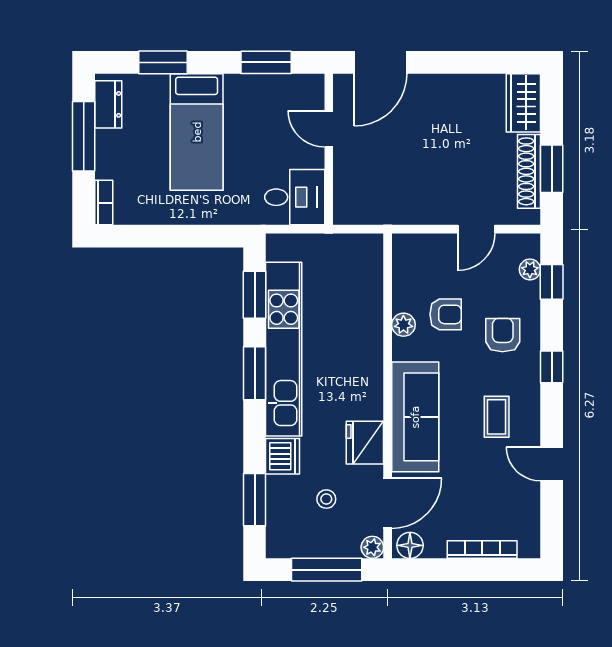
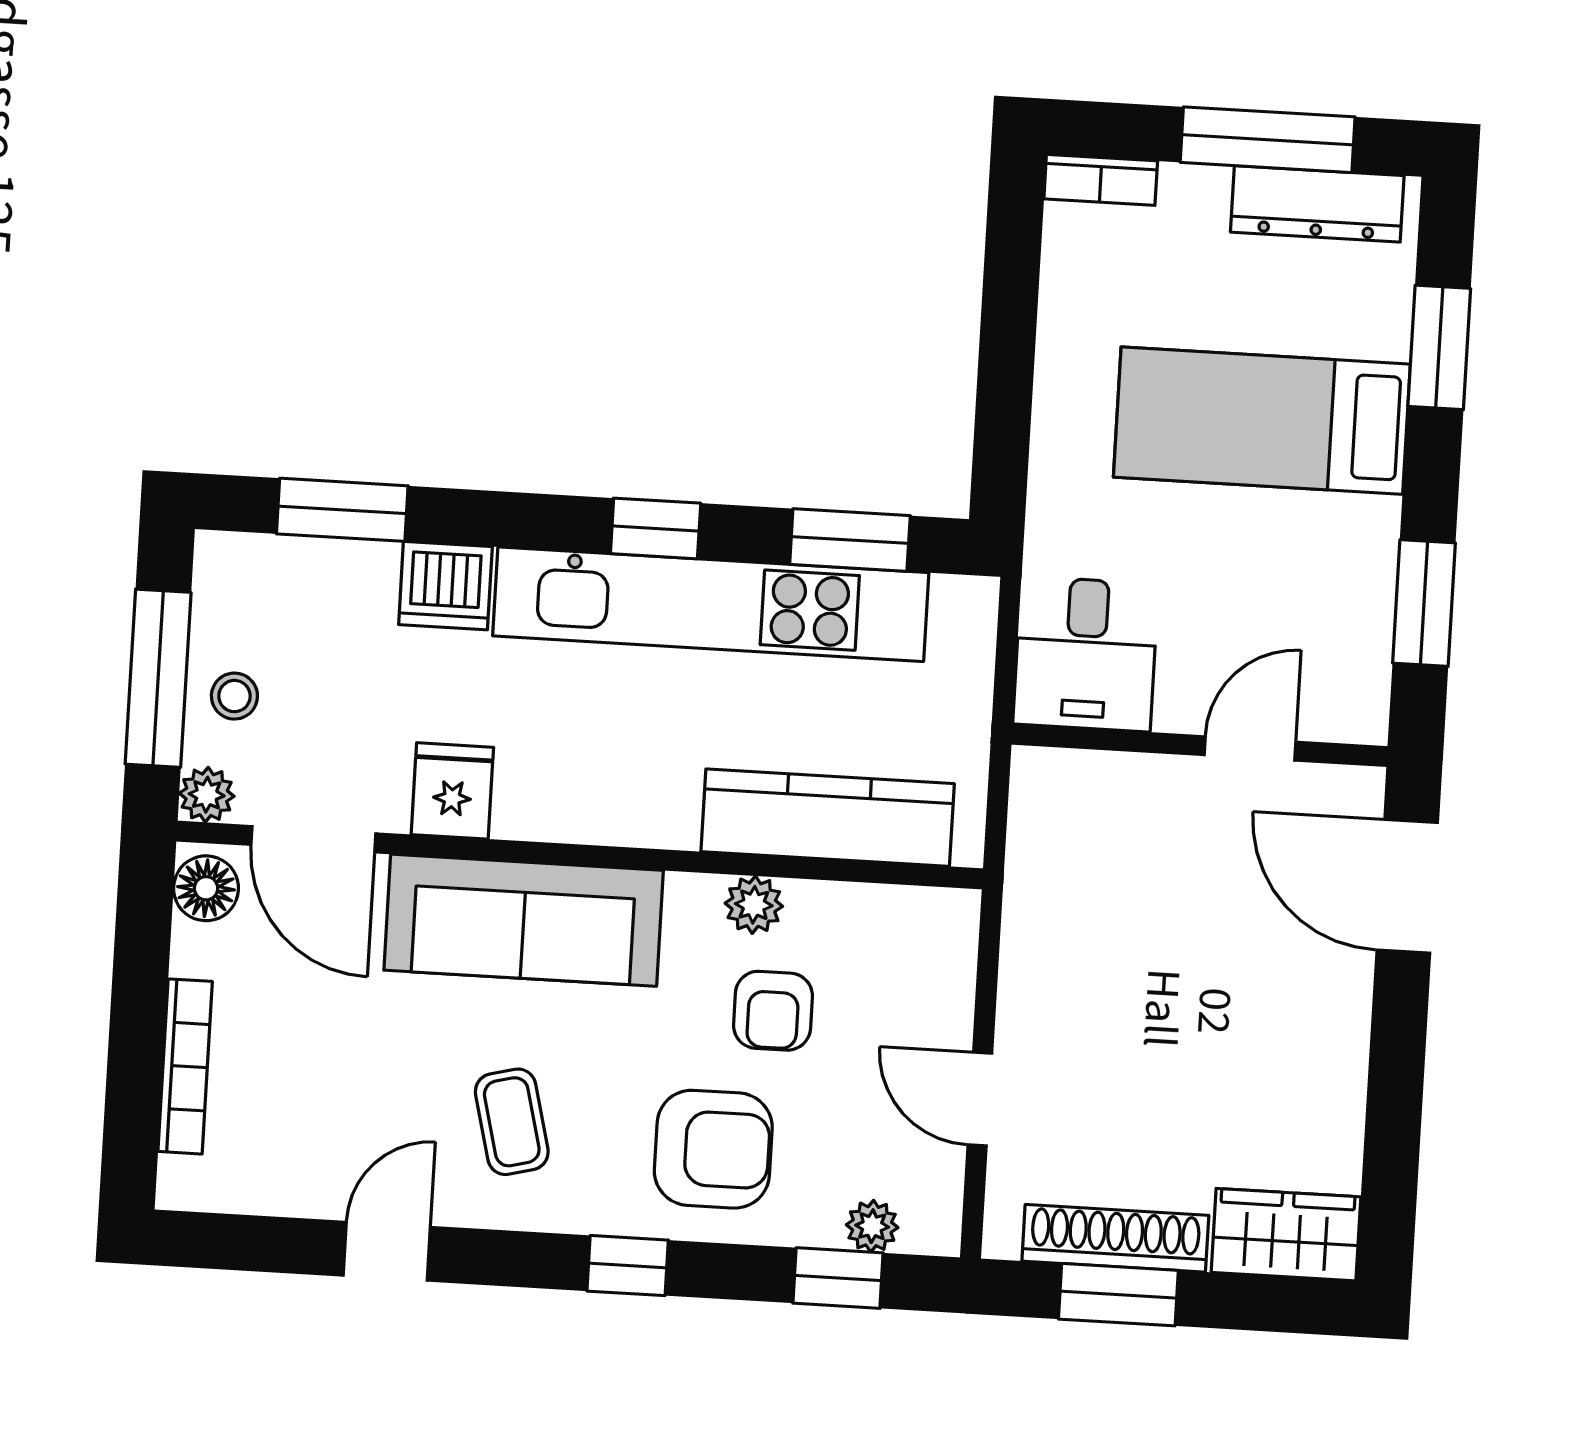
dresser: (108, 104) -> (1317, 204), width x1.44
kitchen counter: (367, 297) -> (828, 818), added
armchair: (503, 335) -> (713, 1149), width x1.38, depth x1.38
window: (255, 373) -> (656, 528), width x0.67
coffee table: (497, 417) -> (512, 1122), turned 76
fridge: (365, 443) -> (452, 791), width x0.72
stool: (326, 499) -> (234, 696), moved

